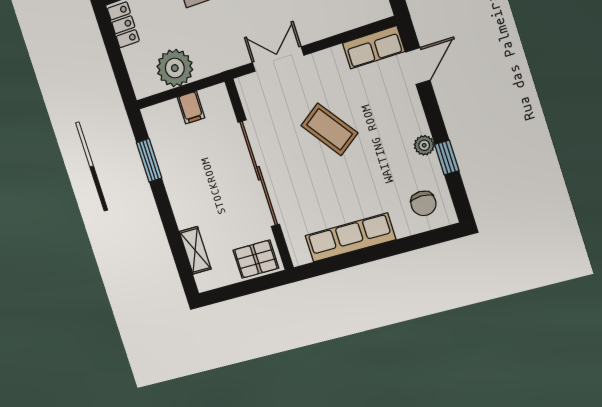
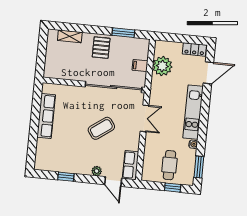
plant: (424, 145) -> (97, 171), moved
sliding door: (259, 173) -> (114, 87), moved
chair: (423, 203) -> (49, 157), removed
pallet: (256, 259) -> (101, 48), moved

